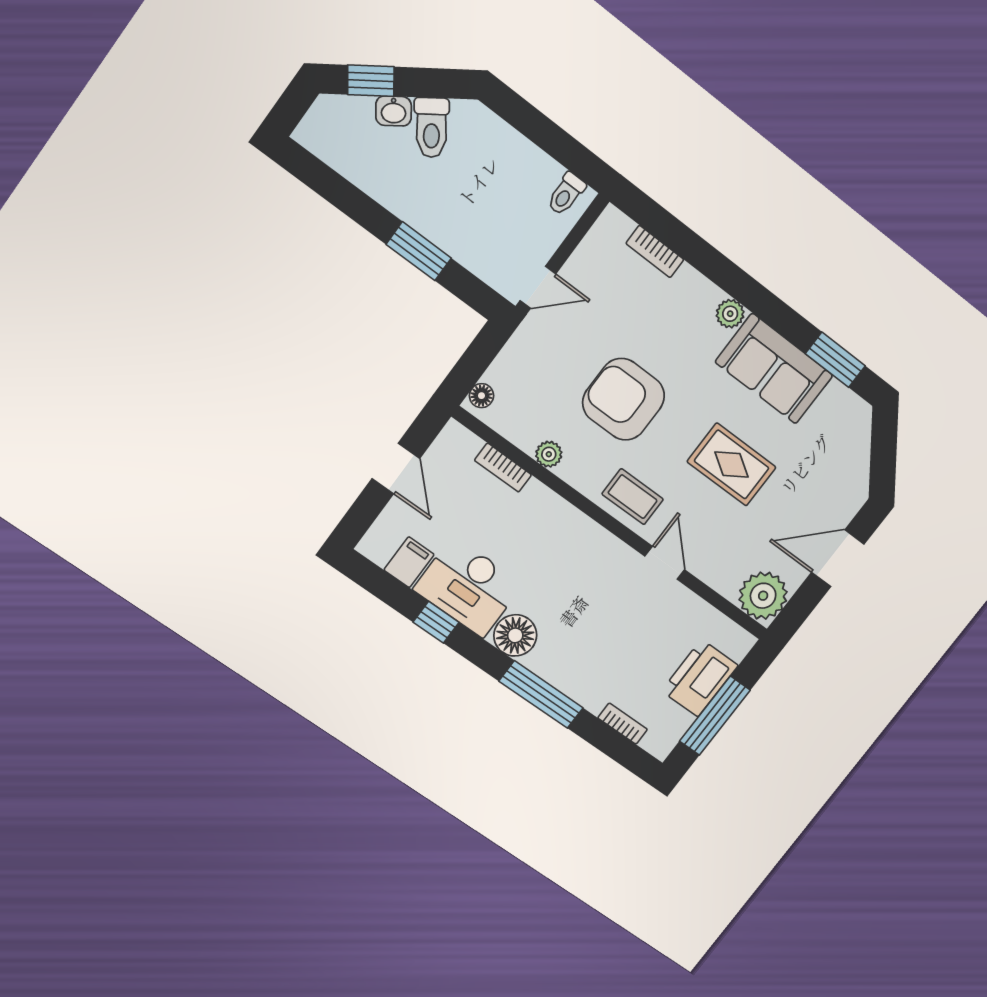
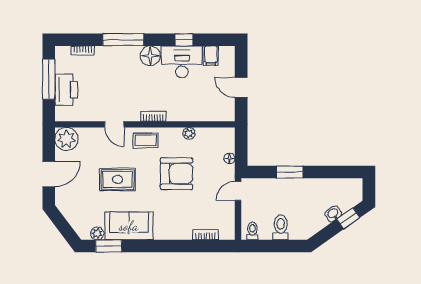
toilet: (431, 128) -> (281, 227), moved, turned 35
plant: (730, 314) -> (97, 233), moved
floor lamp: (481, 396) -> (230, 158), moved
bookcase: (503, 468) -> (153, 116), moved

